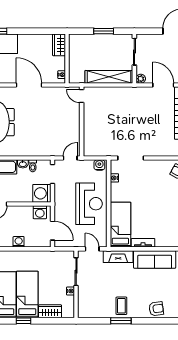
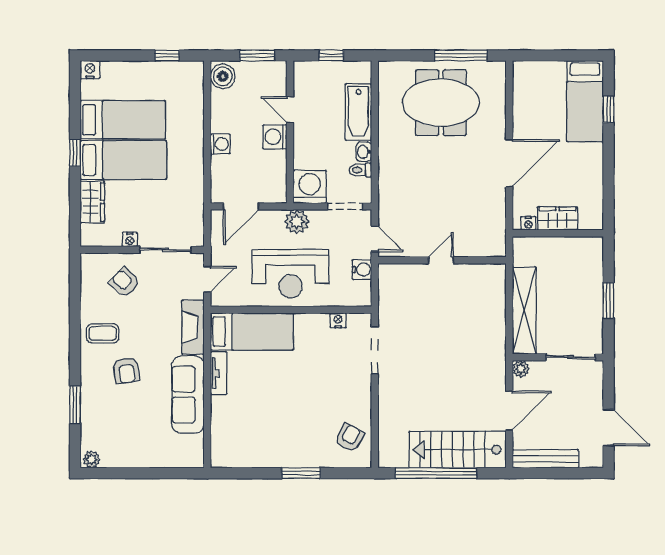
wardrobe: (59, 45) -> (557, 218), moved
door: (82, 96) -> (441, 260), moved
water cooler: (99, 165) -> (362, 270), moved
plant: (61, 200) -> (297, 222), added
washing machine: (40, 212) -> (275, 137), moved
armchair: (94, 294) -> (124, 282), added
armchair: (156, 309) -> (126, 370), moved
window: (121, 321) -> (75, 405), moved

